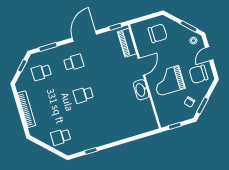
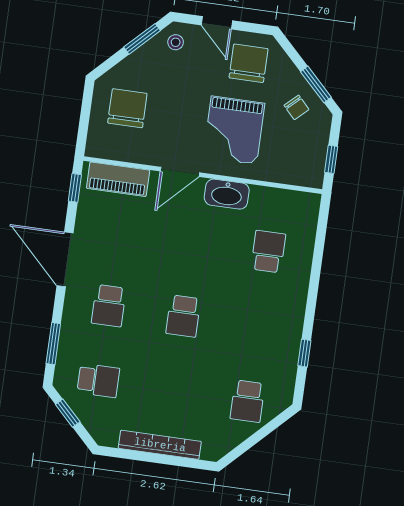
school desk: (74, 62) -> (109, 306), turned 180
door: (141, 67) -> (180, 172), swing flipped
school desk: (41, 72) -> (98, 380), turned -90
chair: (198, 74) -> (249, 63), turned 180
school desk: (125, 117) -> (268, 252), added

